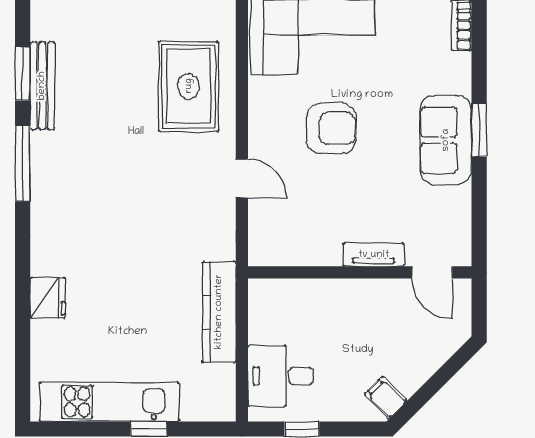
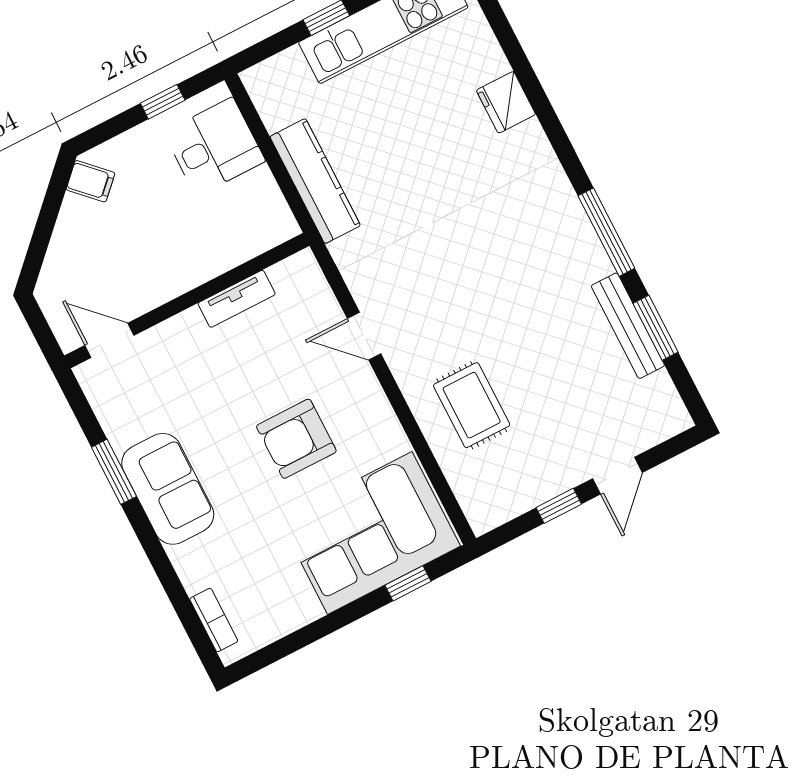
rug: (189, 86) -> (472, 405), width x0.73, depth x0.70
window: (479, 130) -> (114, 472), moved
tv unit: (374, 255) -> (237, 299), moved

